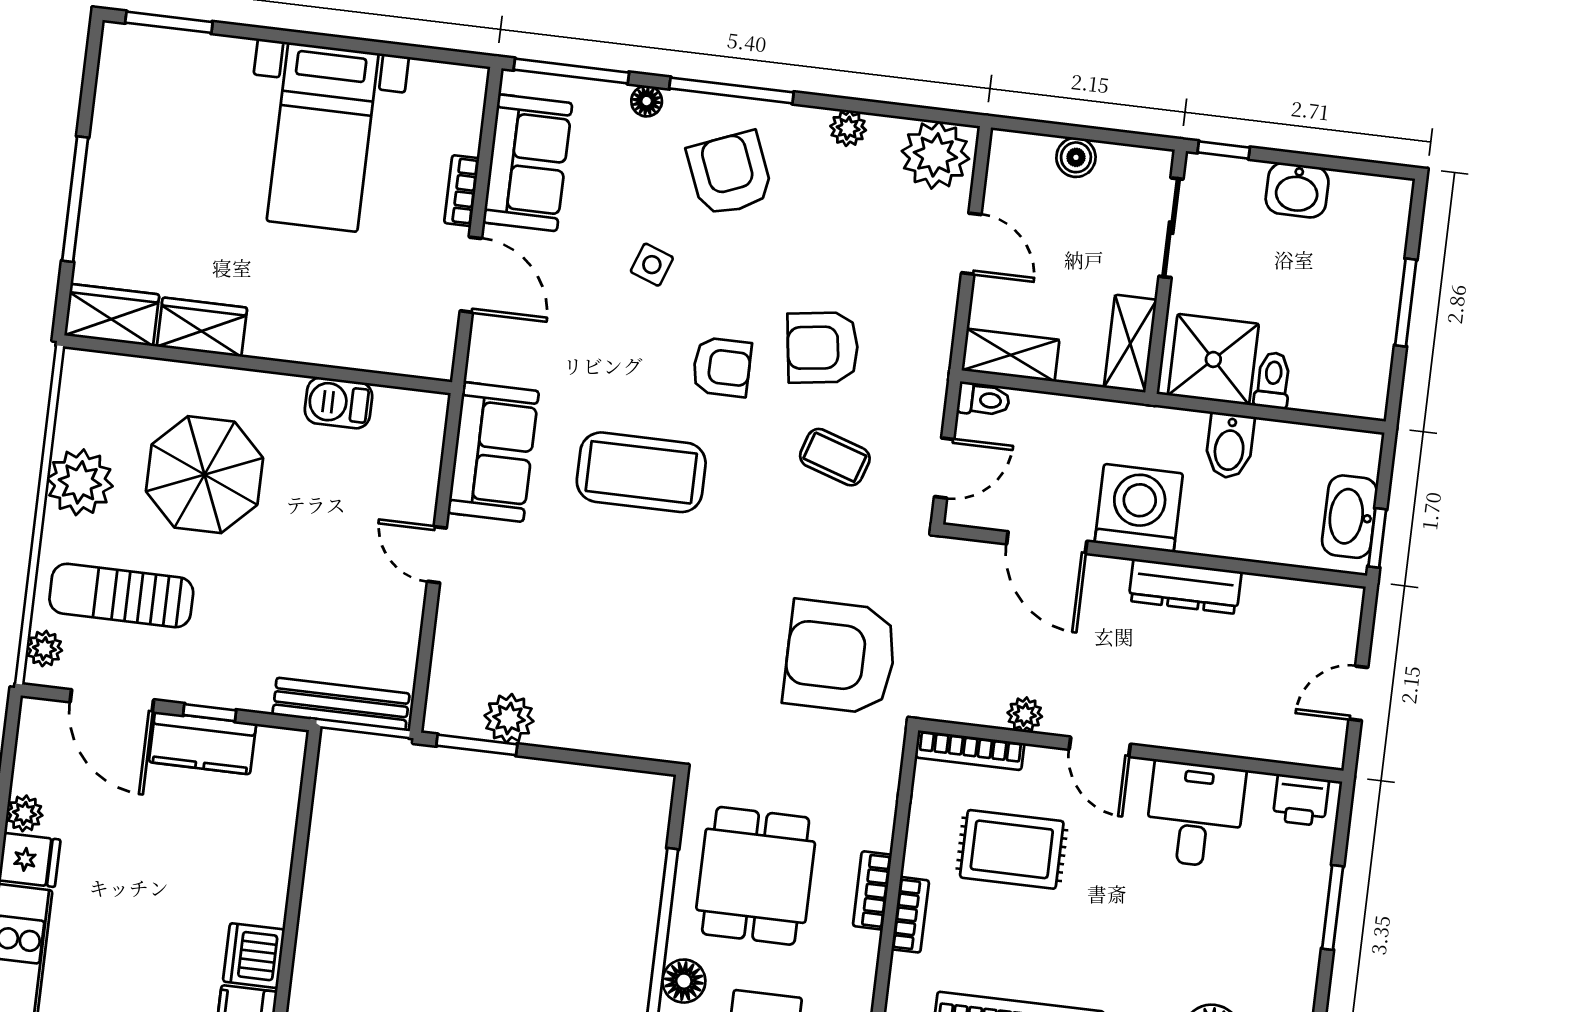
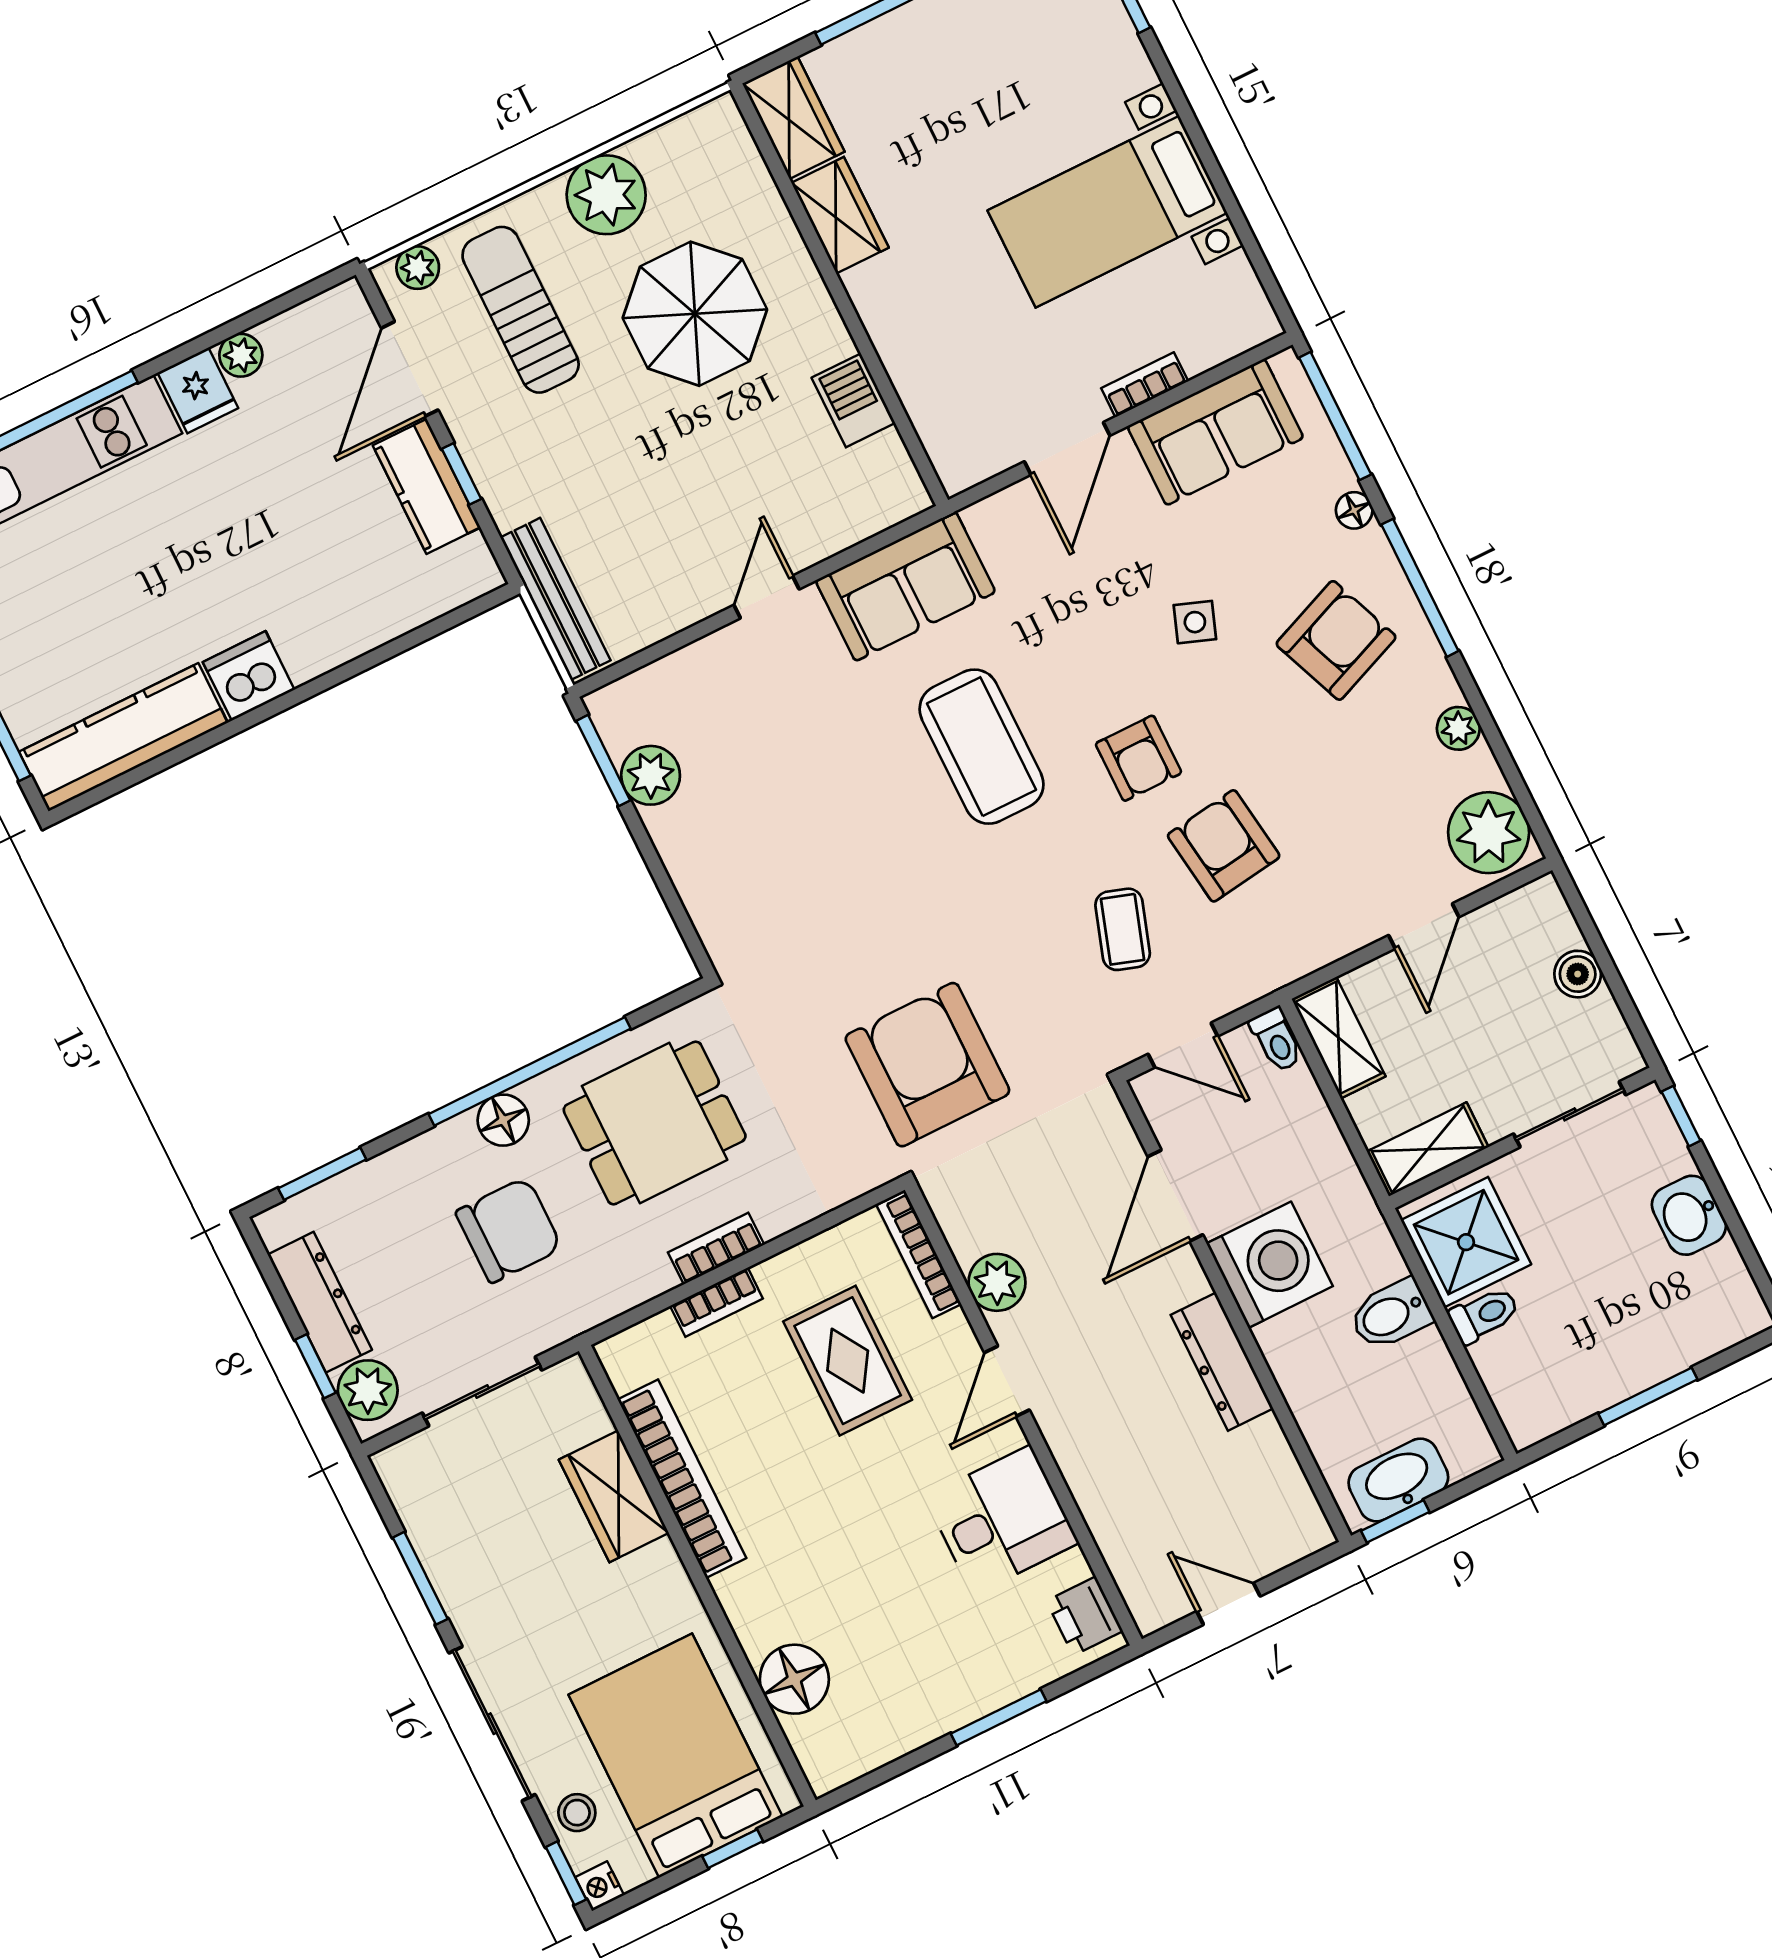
plant: (1025, 715) -> (997, 1282), width x1.38, depth x1.38

